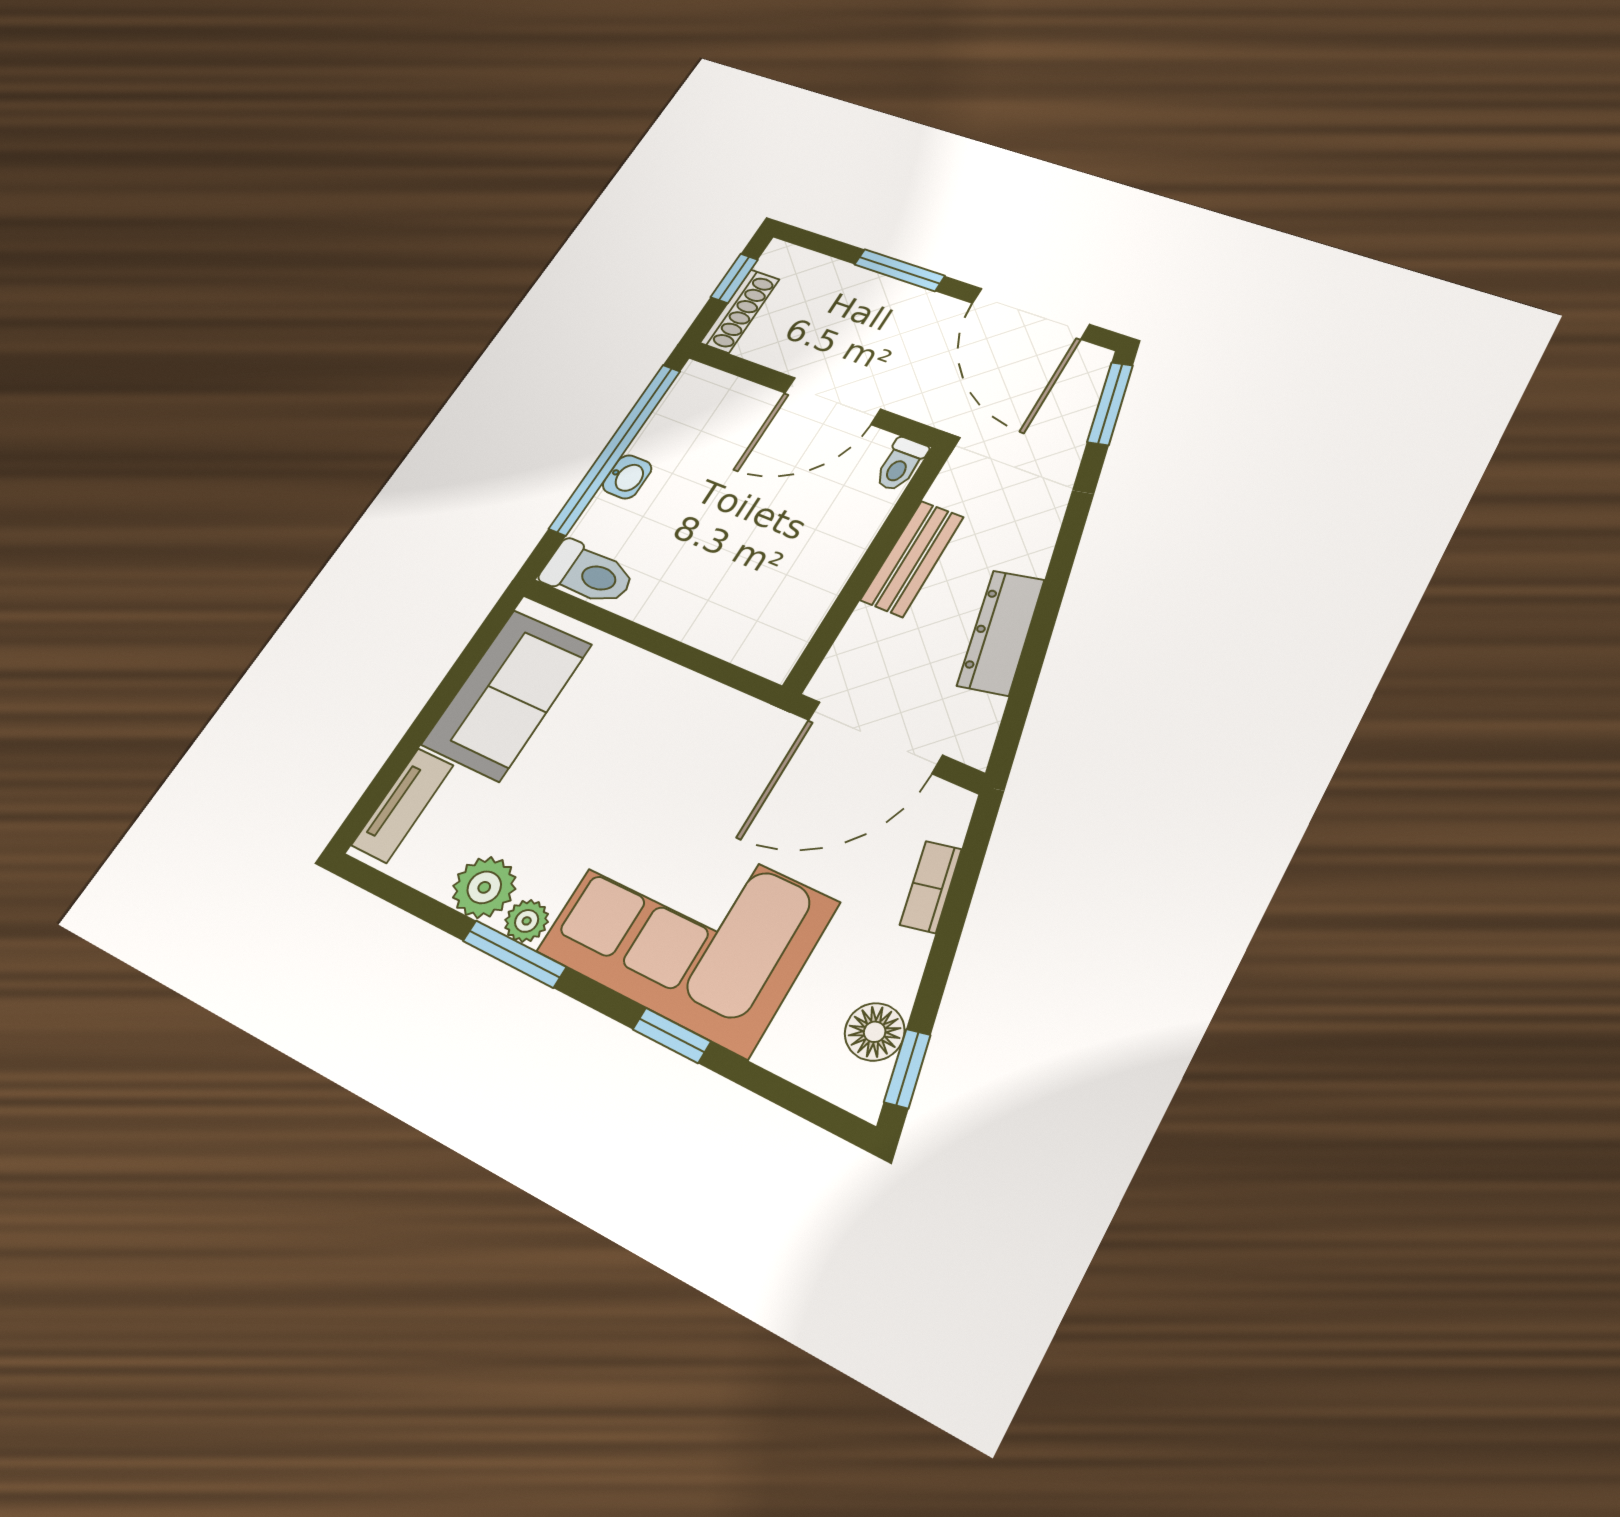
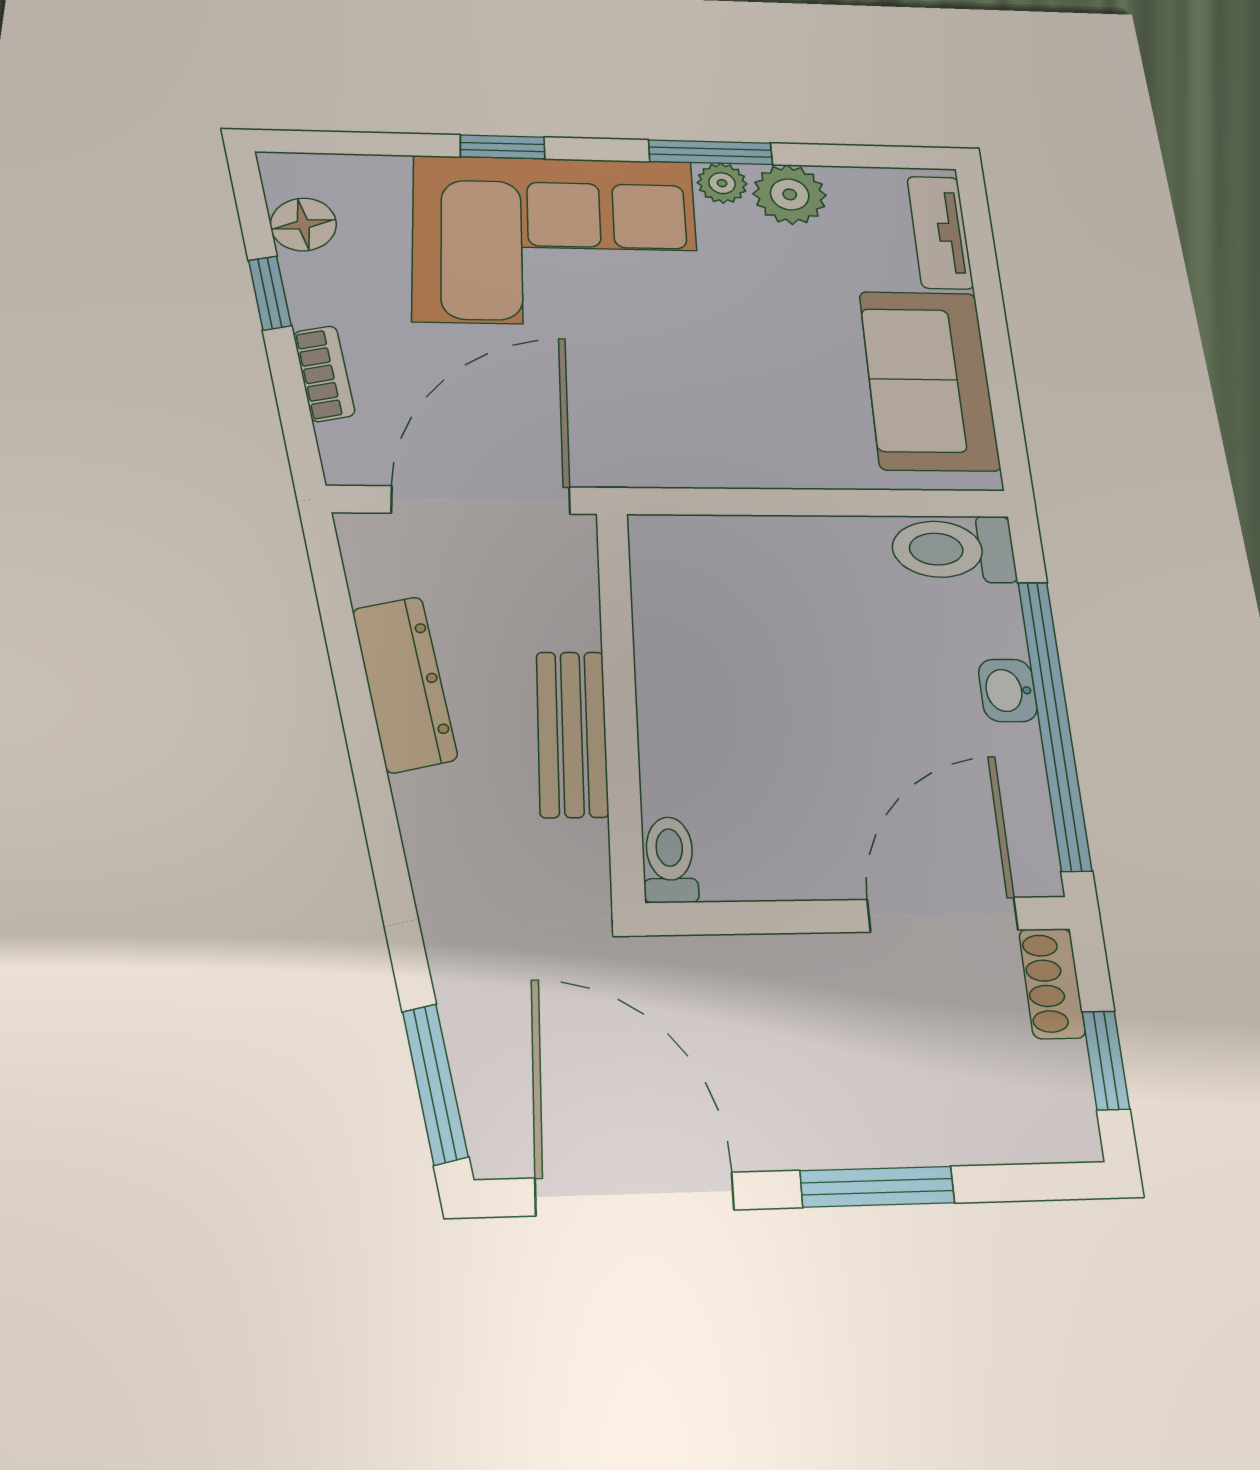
shoe rack: (740, 311) -> (1052, 983), width x0.70
door: (832, 401) -> (943, 915), moved
window: (907, 1068) -> (270, 293), moved

